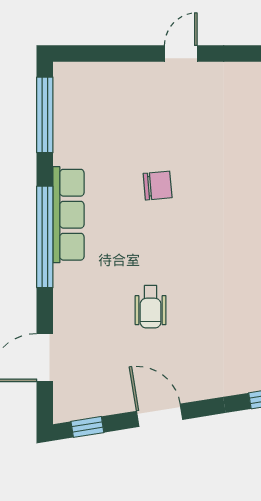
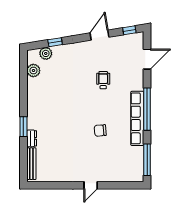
row of seats: (69, 215) -> (137, 118), width x1.36
door: (160, 415) -> (99, 35), swing flipped

